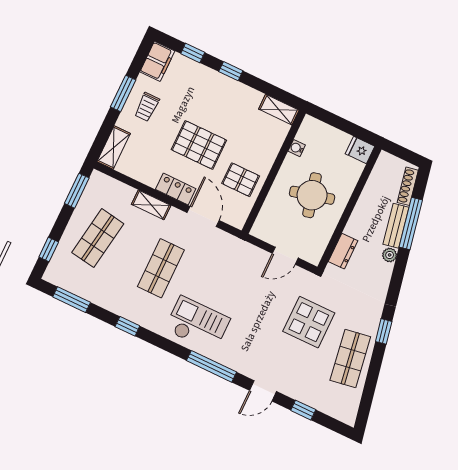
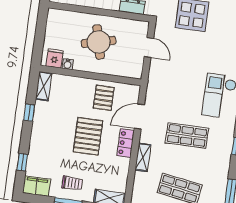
window: (231, 71) -> (29, 113), moved
fridge: (360, 150) -> (55, 58), moved, turned 180

